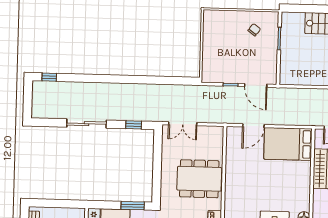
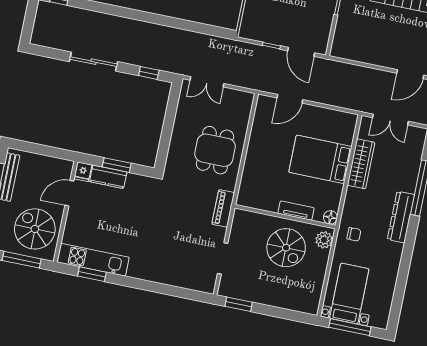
bed: (288, 144) -> (320, 159), moved
dining table: (199, 179) -> (215, 150), width x0.73
window: (133, 206) -> (117, 165), moved

